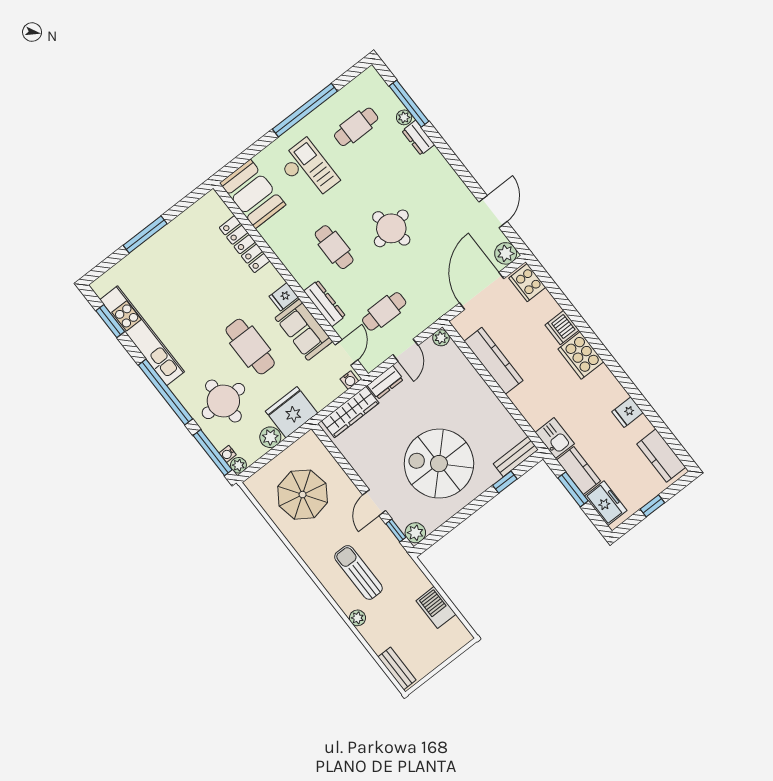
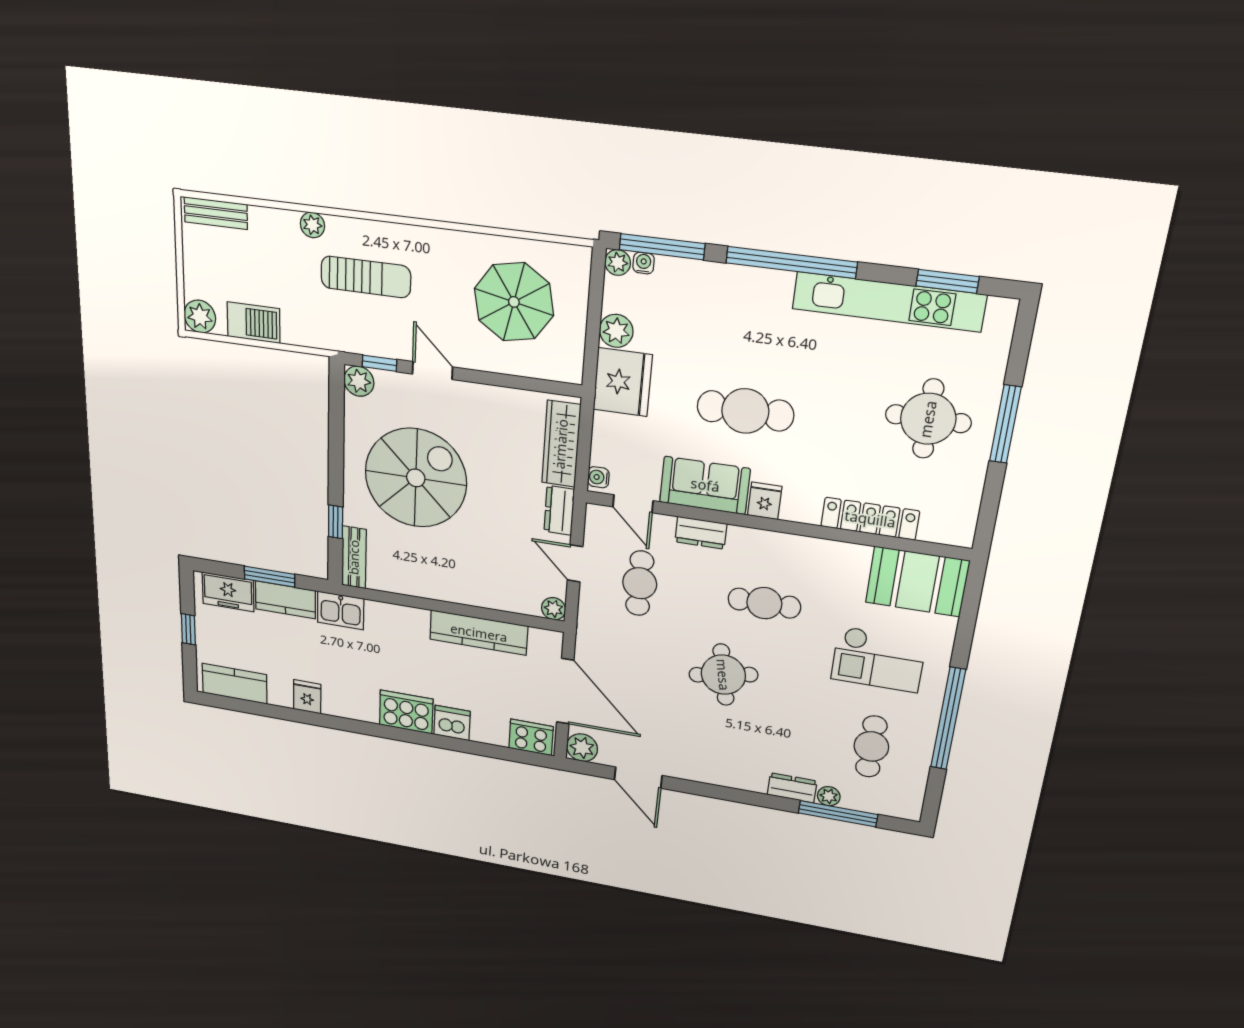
dresser: (325, 304) -> (701, 533), width x0.70
round table: (223, 401) -> (928, 419), moved
plant: (459, 636) -> (200, 316), added

